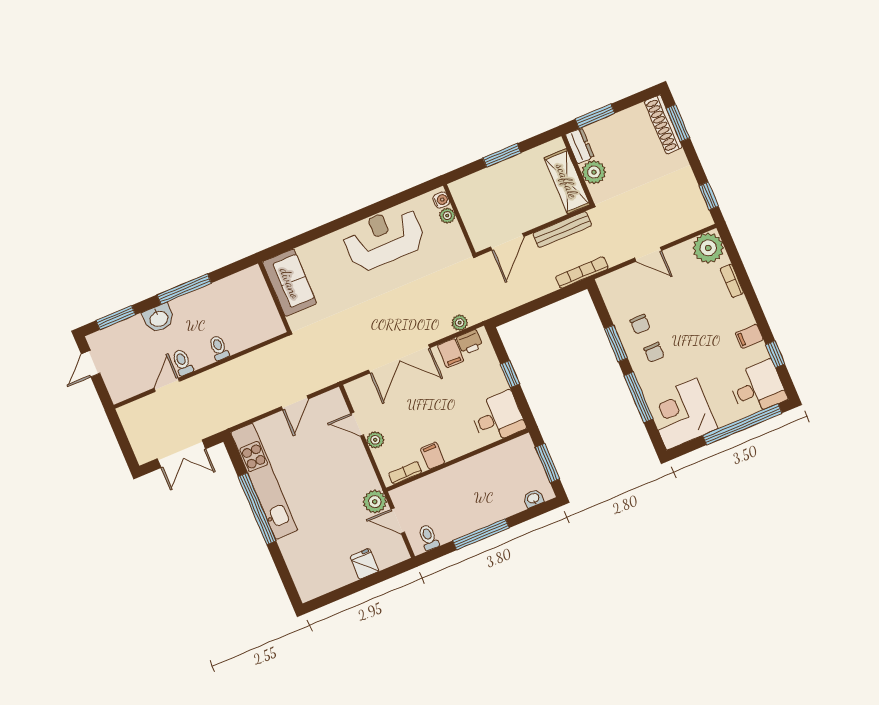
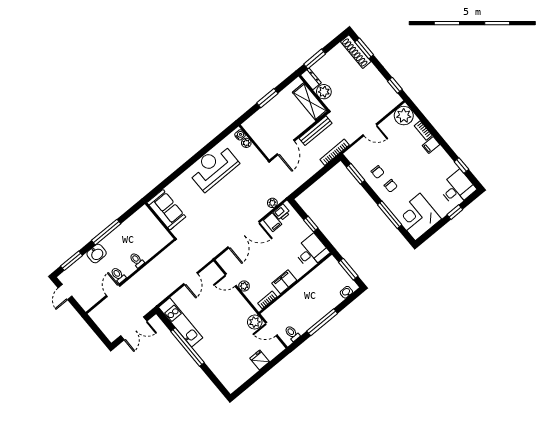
filing cabinet: (749, 336) -> (431, 145), moved
window: (616, 343) -> (356, 174), moved
window: (742, 424) -> (455, 212), width x0.32
filing cabinet: (433, 456) -> (284, 282), width x2.00
kitchen unit: (264, 481) -> (181, 322), width x0.73

